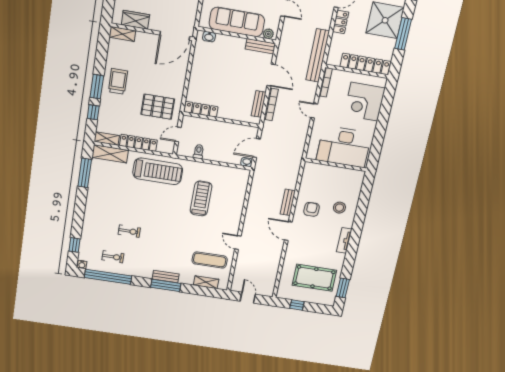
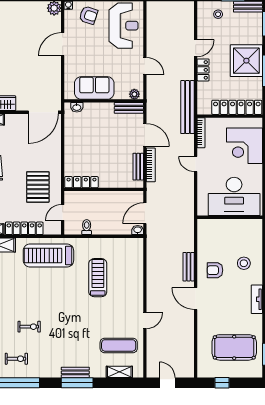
sofa: (237, 22) -> (94, 88), width x0.73
pallet: (158, 107) -> (38, 187), turned 90
treadmill: (158, 171) -> (48, 256), turned 180
armchair: (312, 209) -> (215, 270), turned -90
door: (238, 242) -> (145, 320), swing flipped

